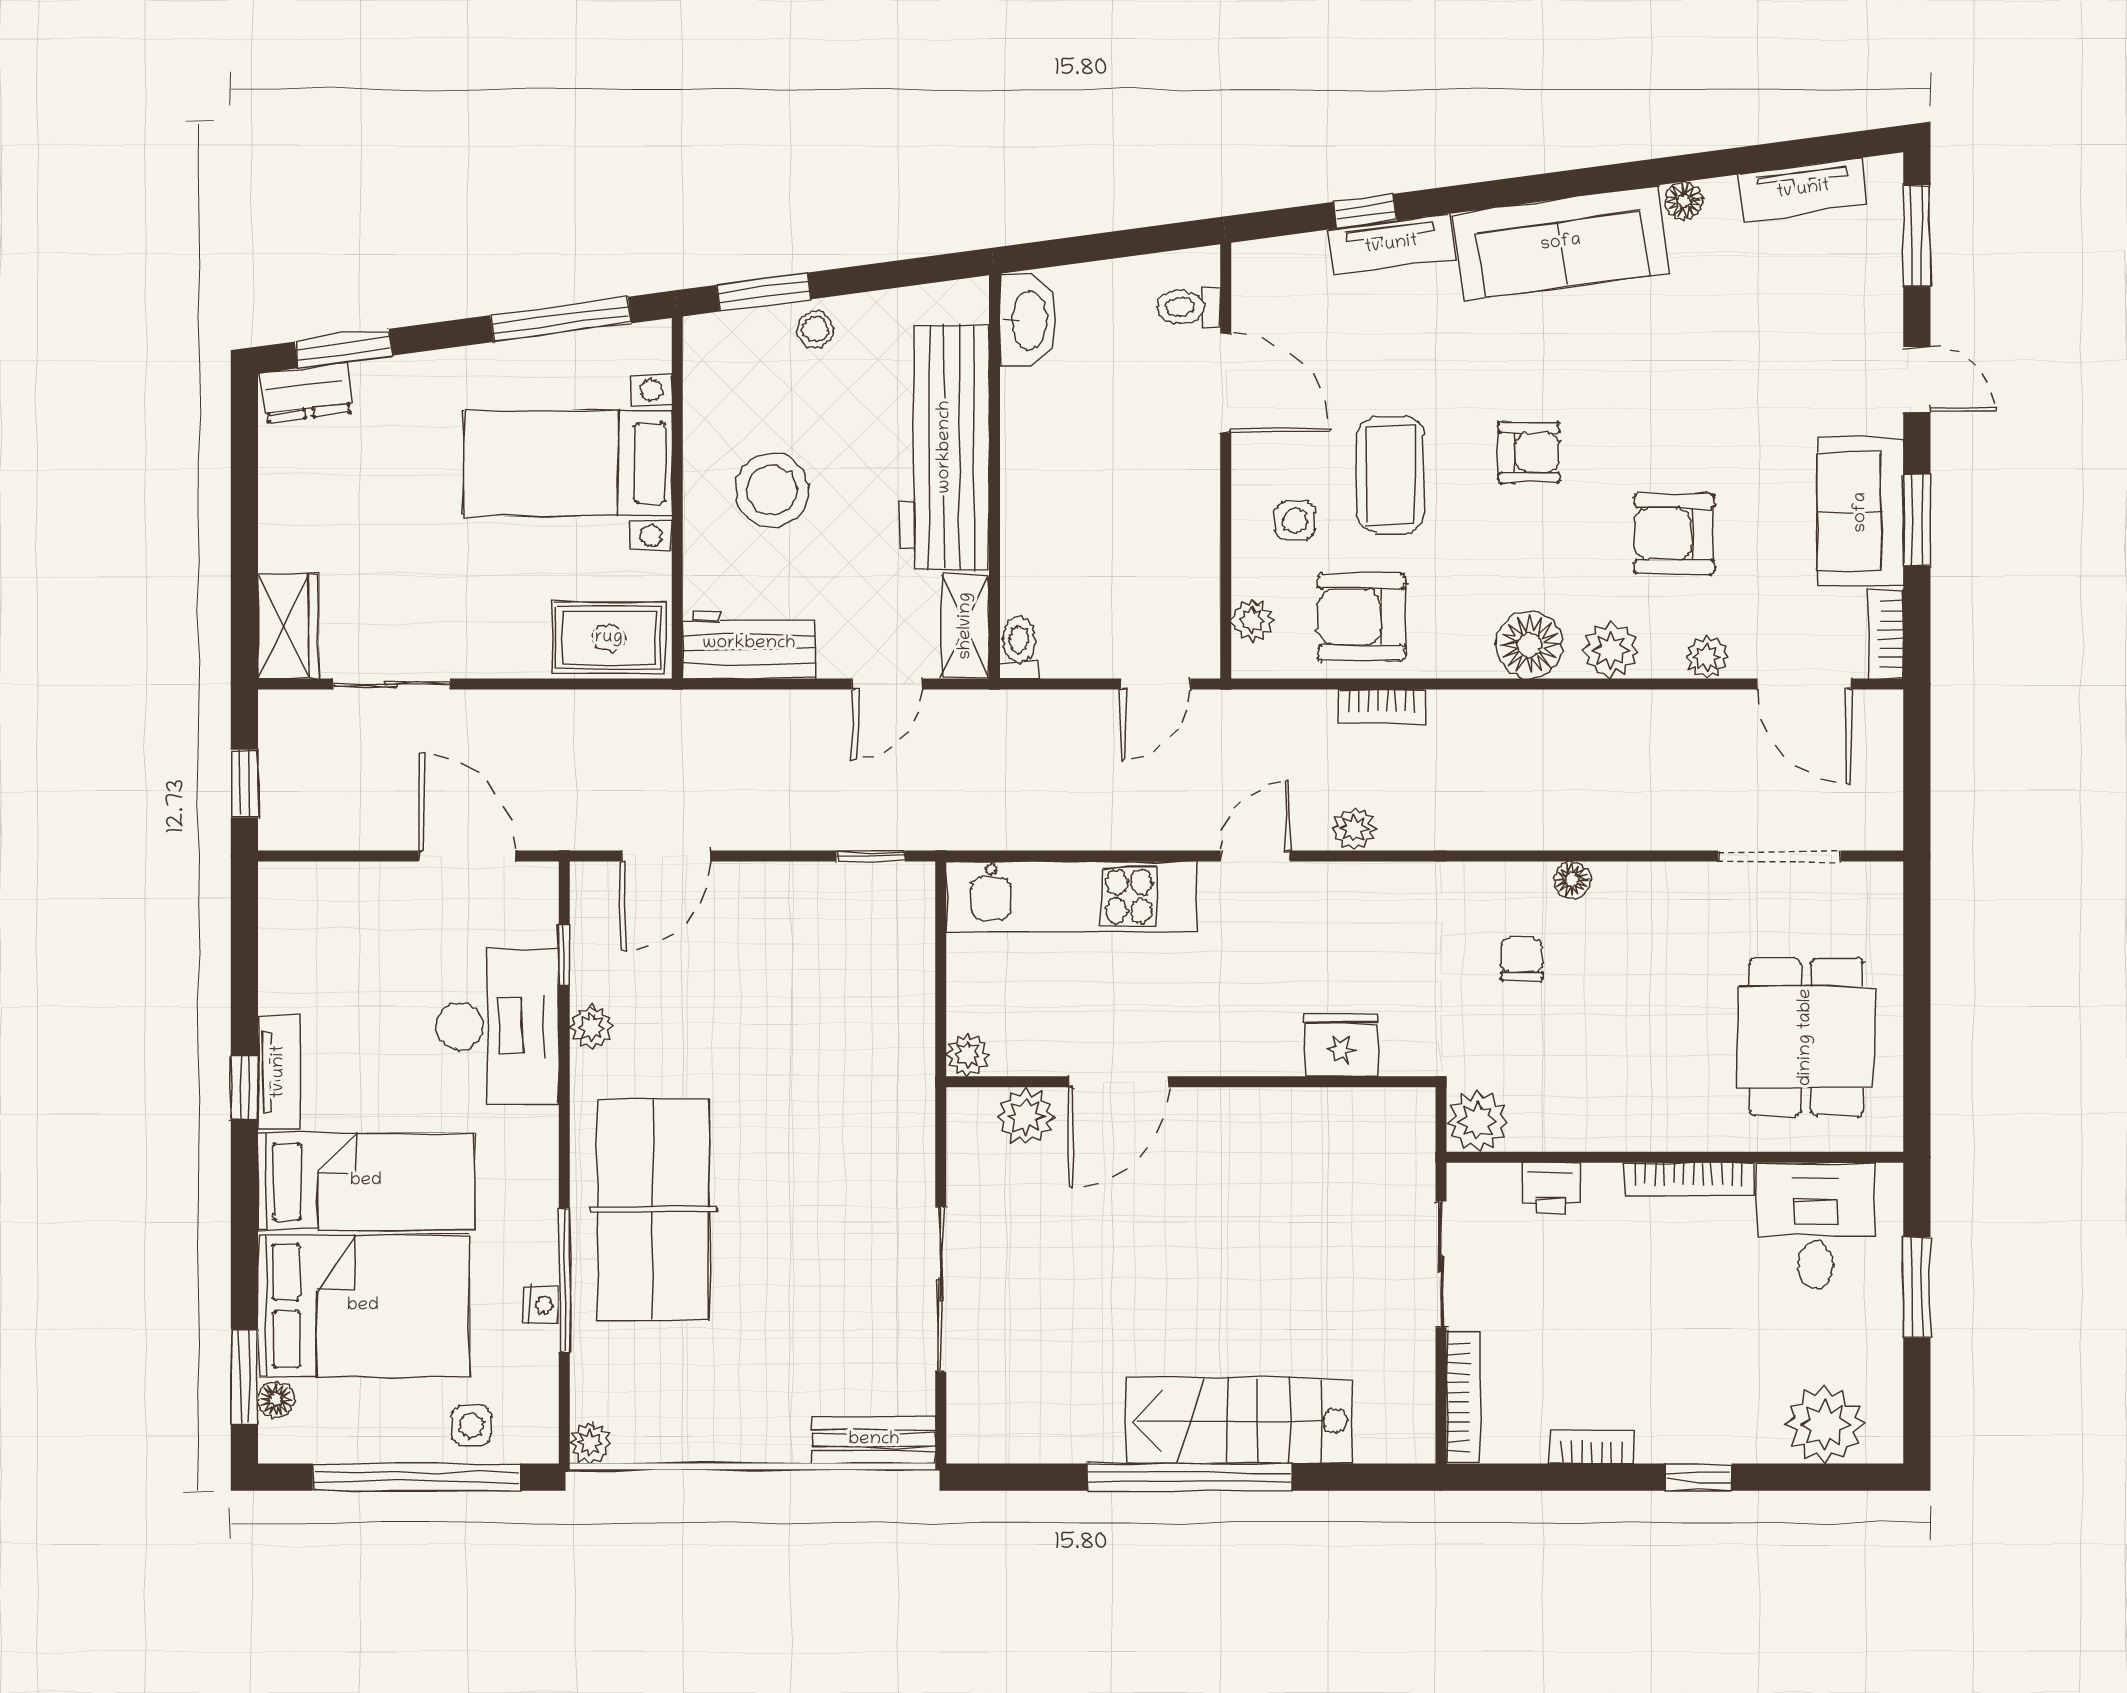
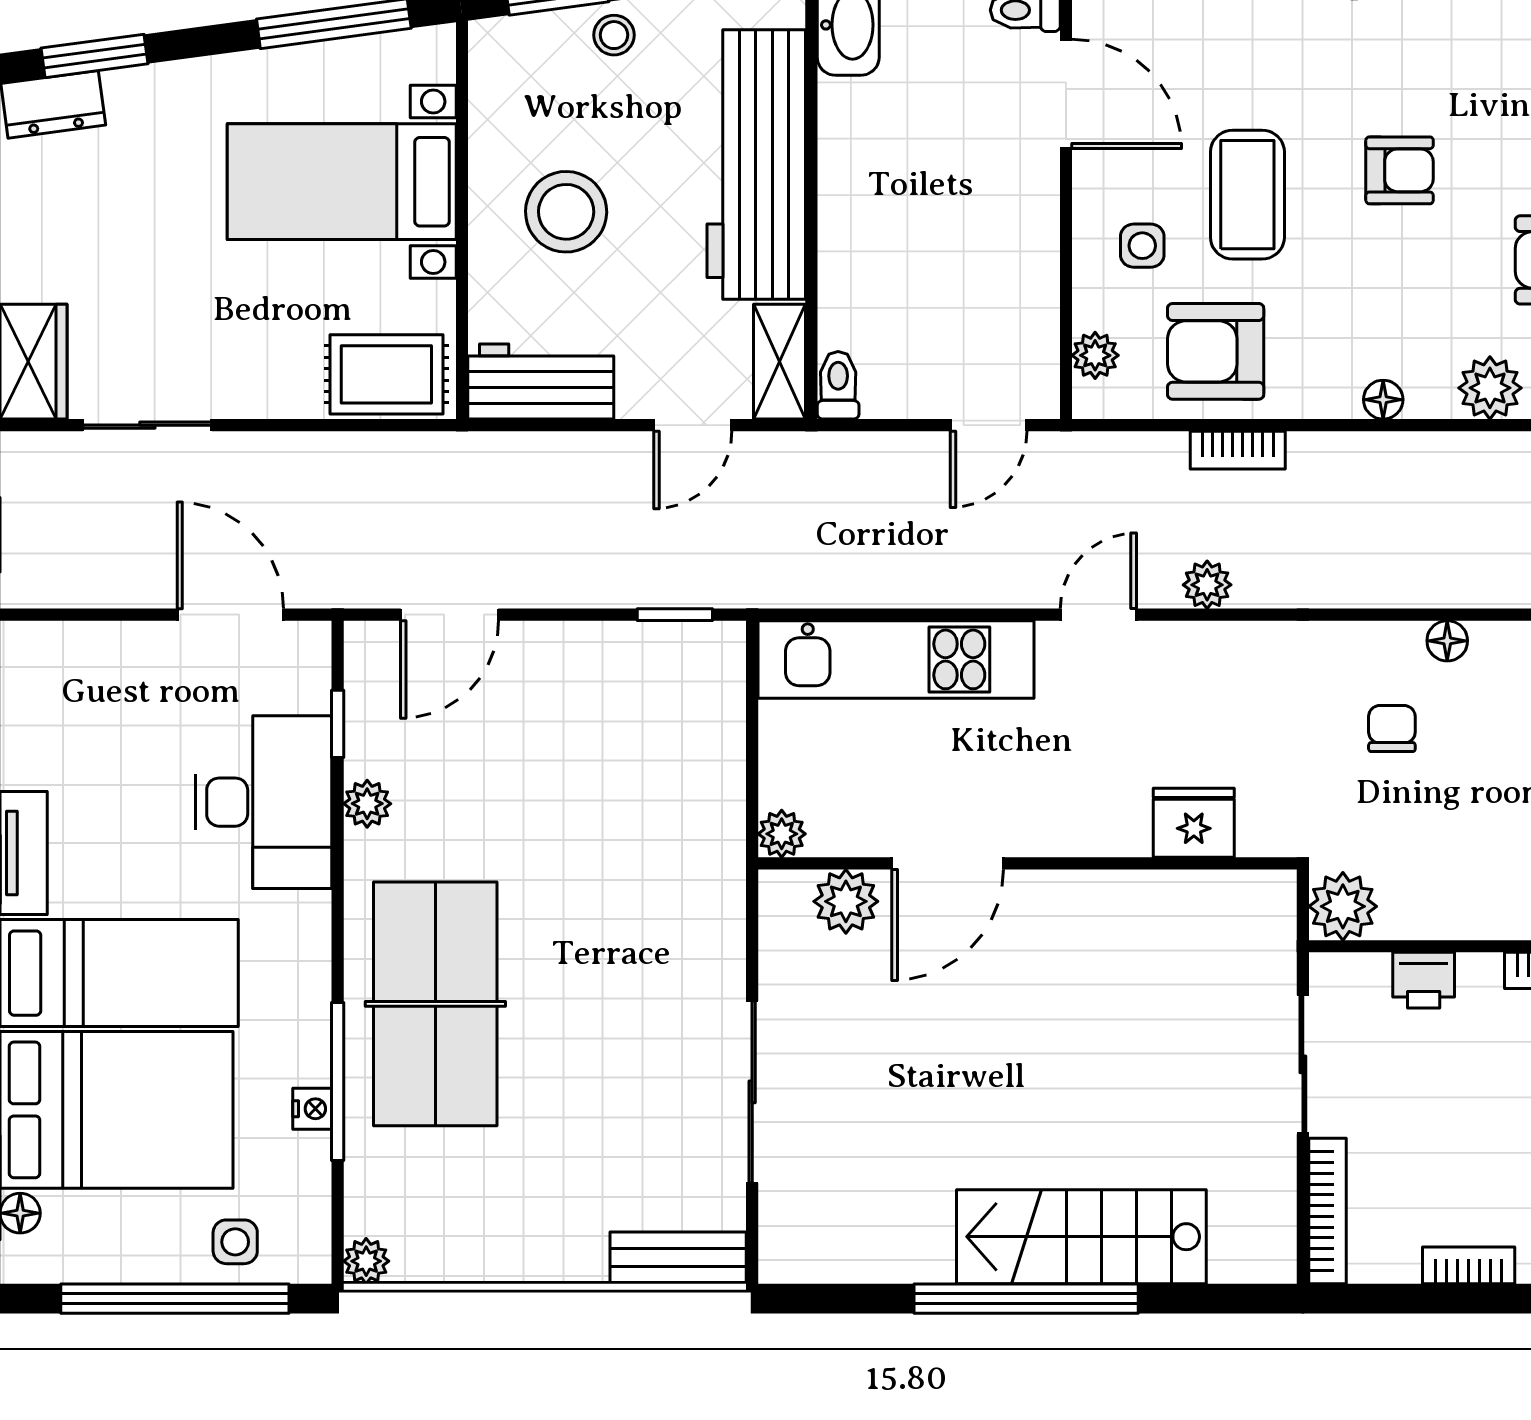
floor lamp: (1530, 645) -> (1383, 400), width x0.53, depth x0.53

